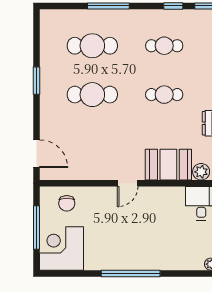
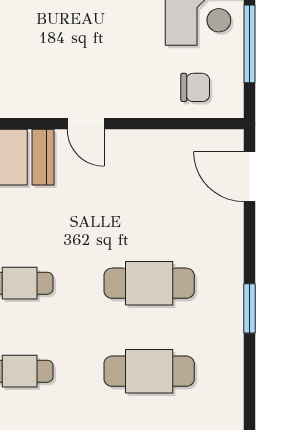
door: (128, 183) -> (86, 124), swing flipped
chair: (67, 203) -> (195, 87), turned 90

